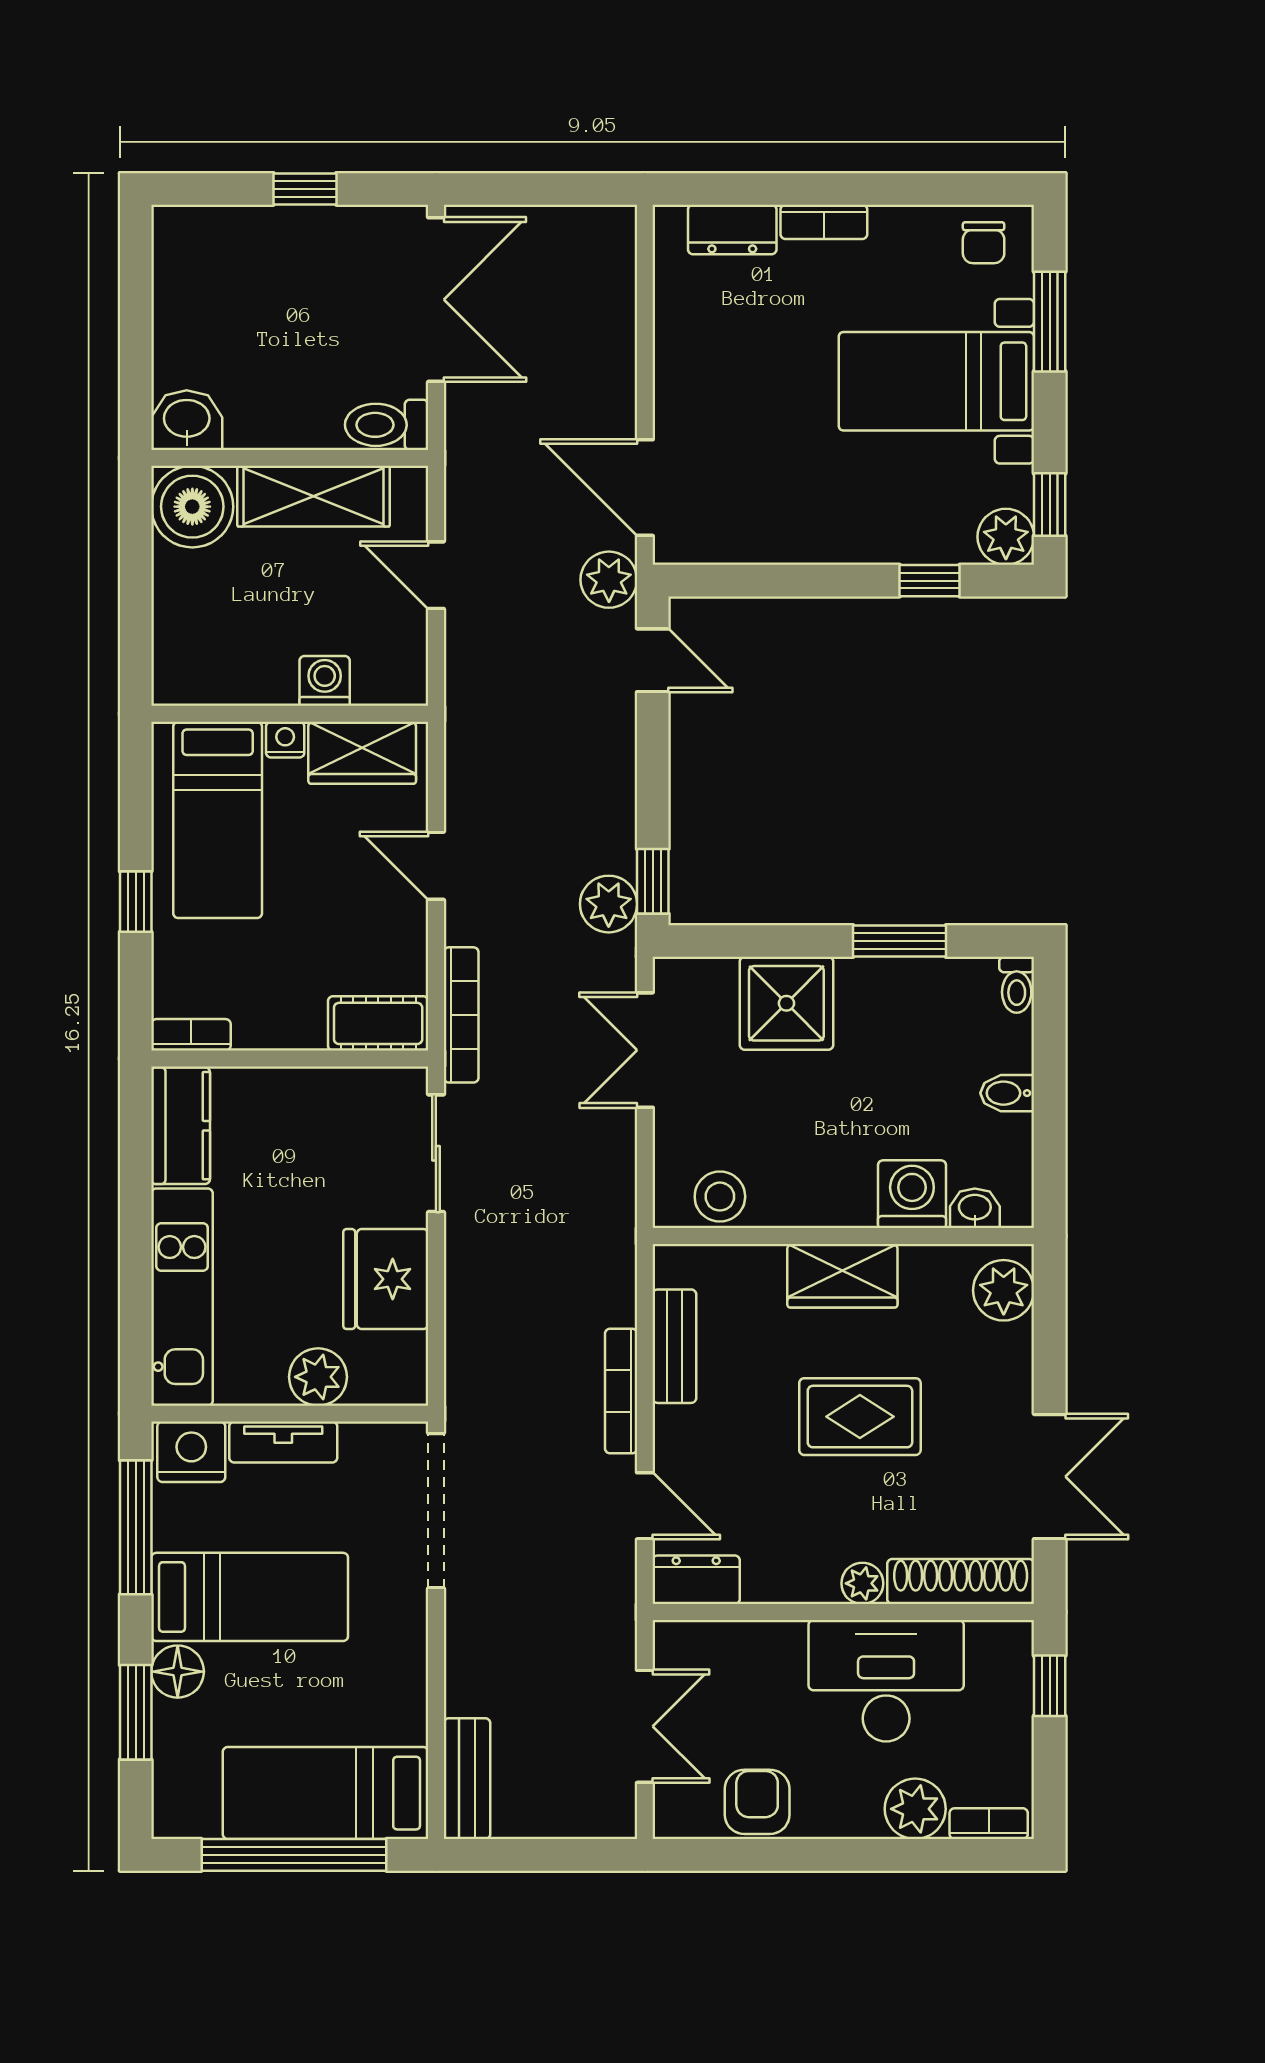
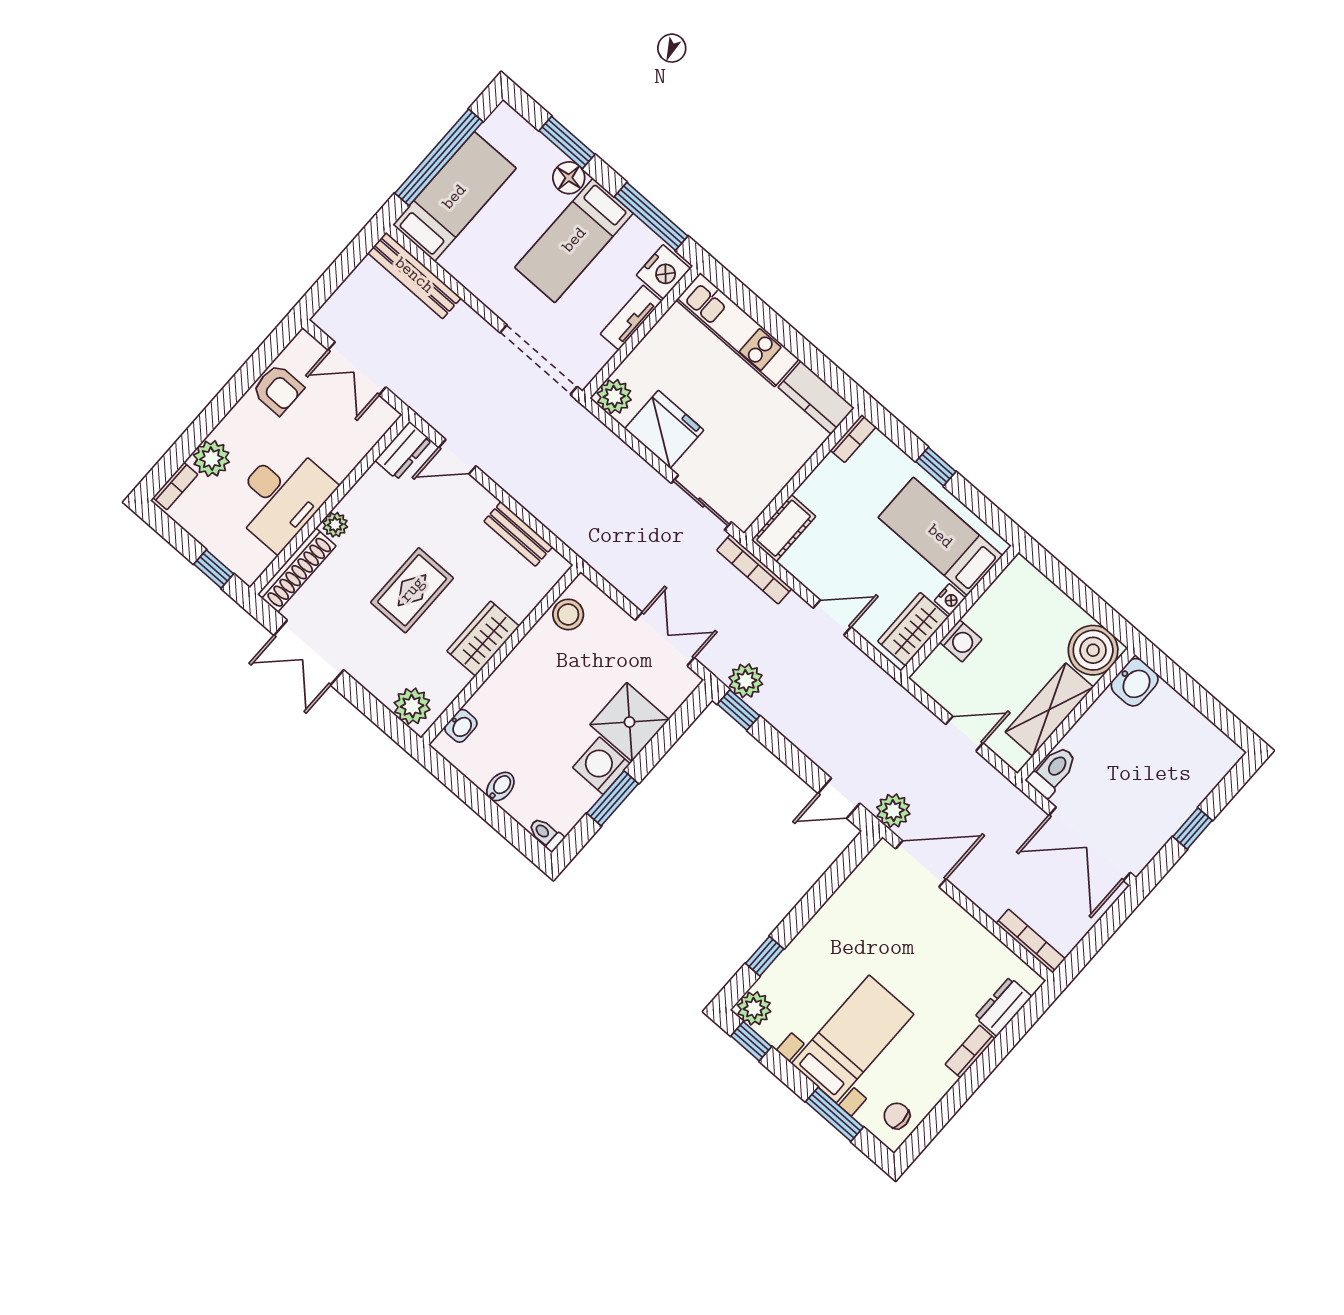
washing machine: (912, 1194) -> (601, 766), moved, turned 180
plant: (318, 1377) -> (614, 396), moved
bookcase: (621, 1391) -> (1031, 941), moved
bench: (467, 1779) -> (414, 275), width x1.36

